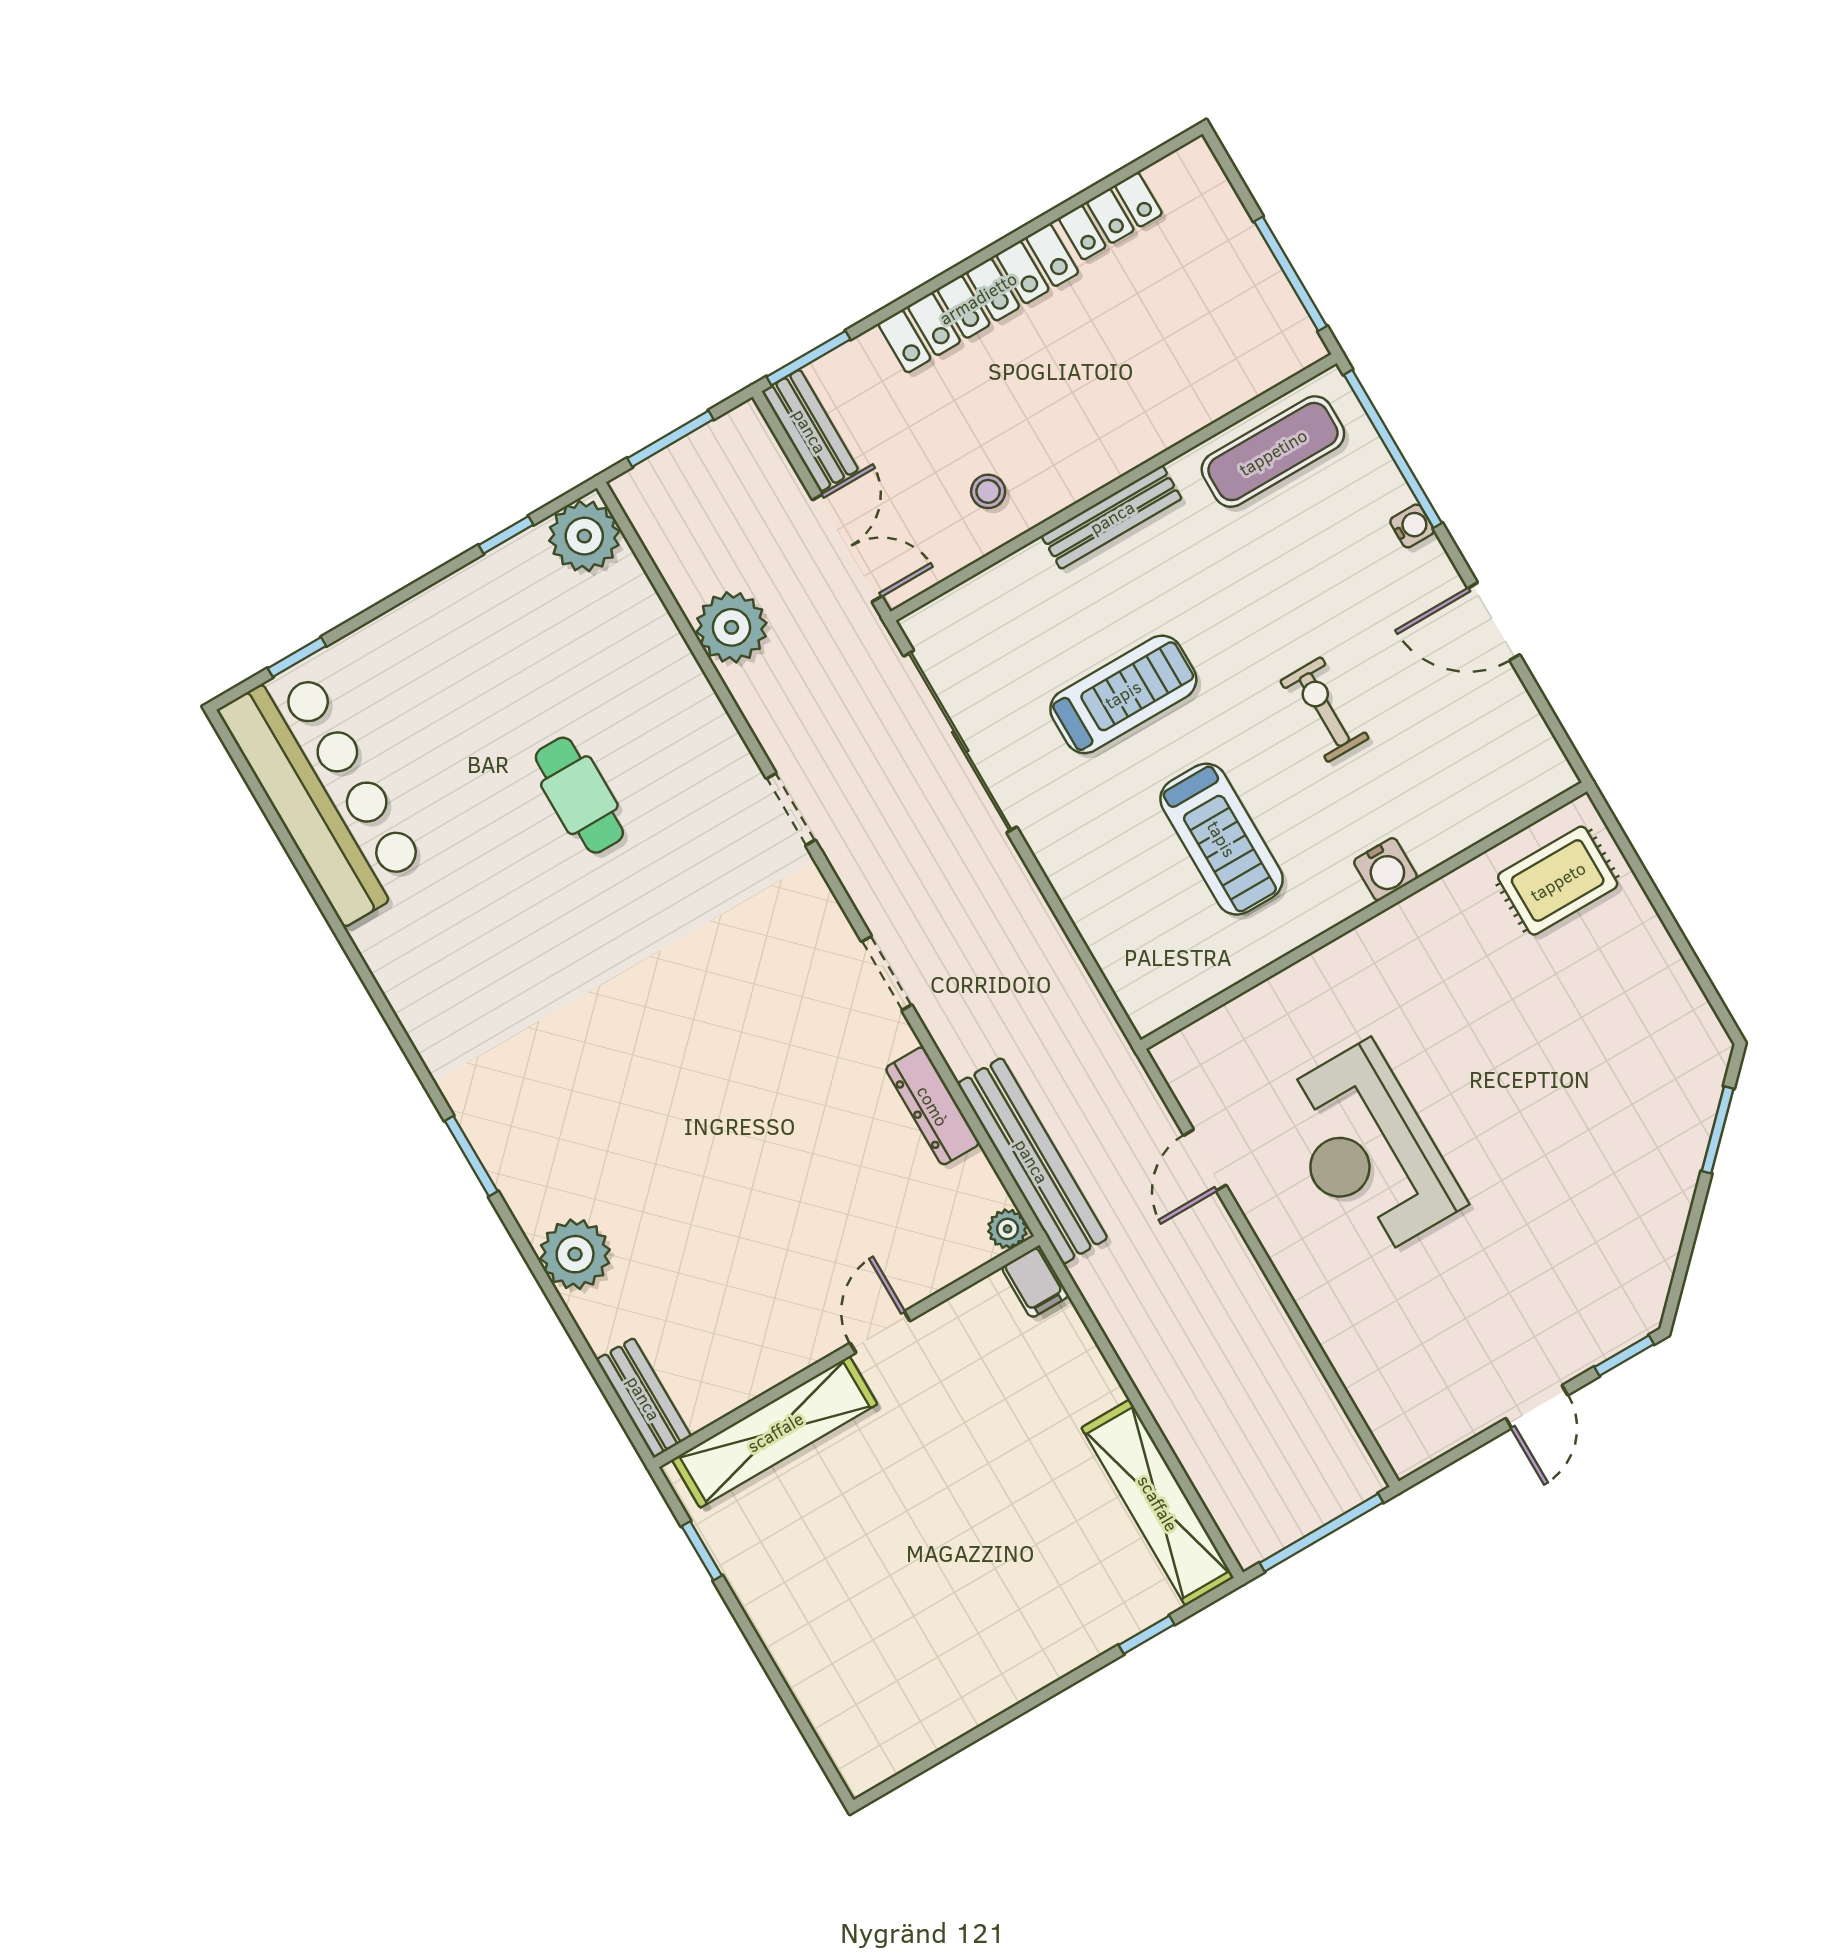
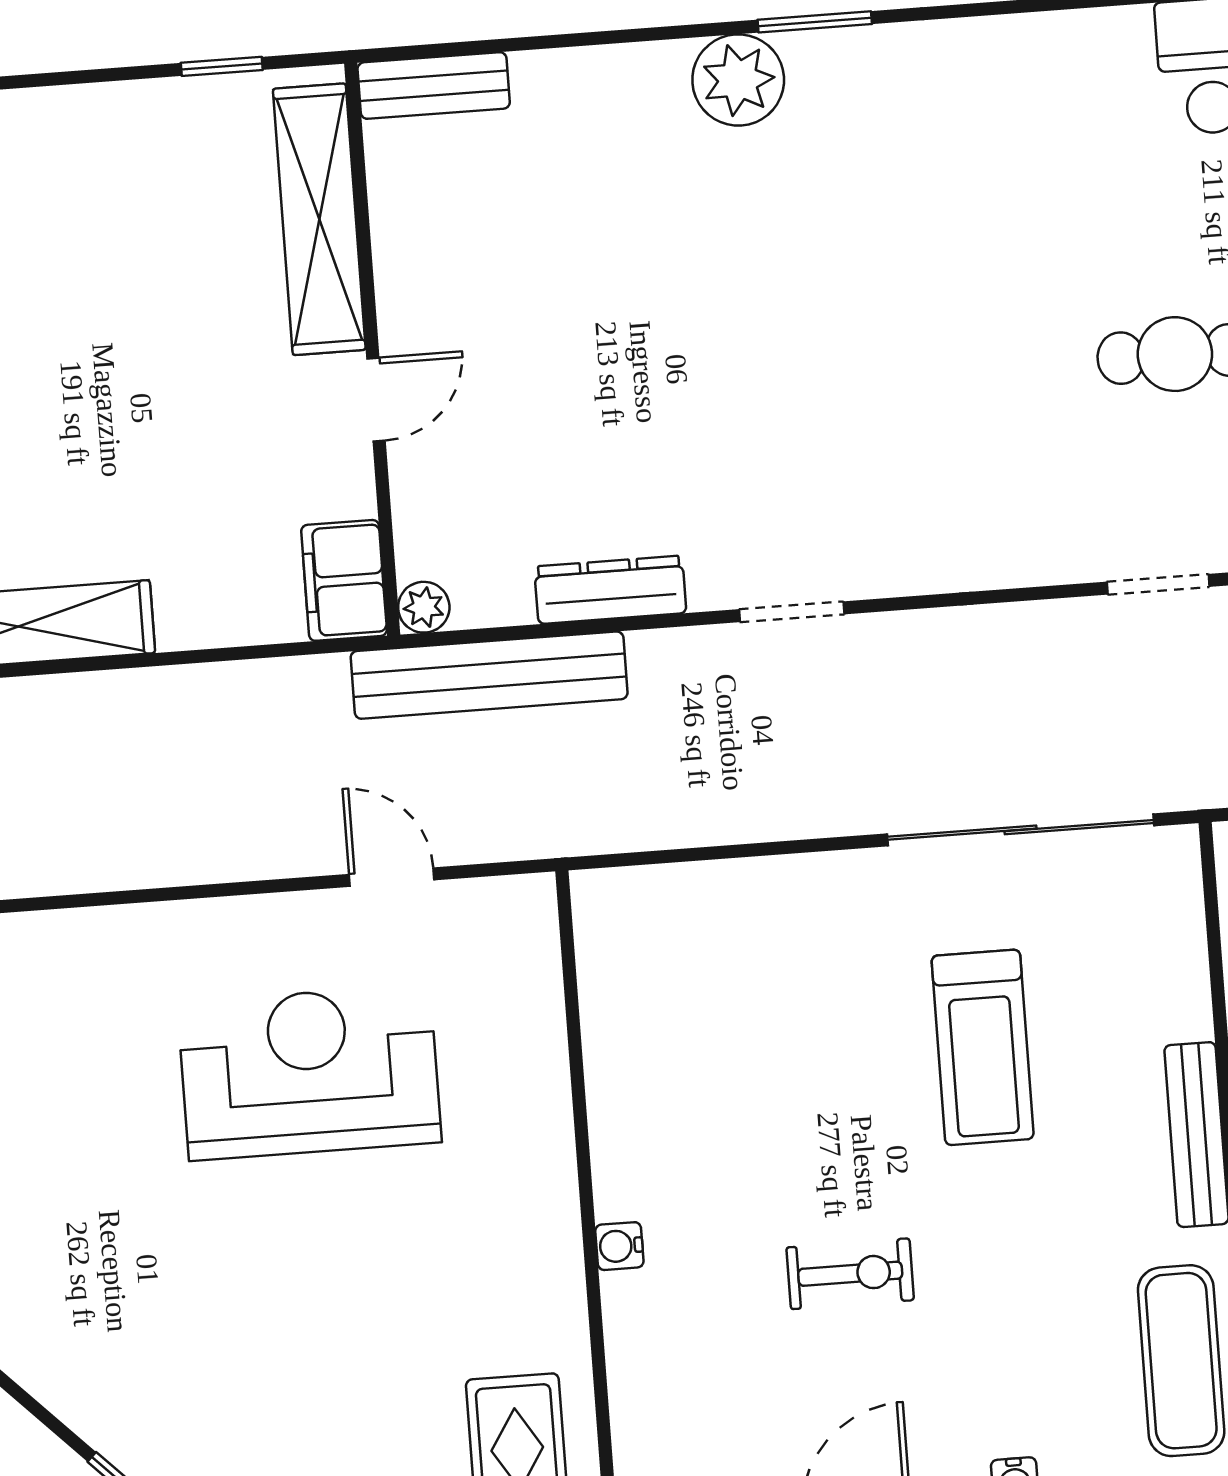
doorway: (791, 809) -> (1158, 584), moved
treadmill: (1222, 839) -> (757, 1080), removed
water cooler: (1385, 869) -> (619, 1246), width x0.72, depth x0.72
plant: (575, 1254) -> (738, 80), moved
filing cabinet: (1035, 1282) -> (344, 580), width x2.00
door: (880, 1332) -> (376, 399), hinge flipped

